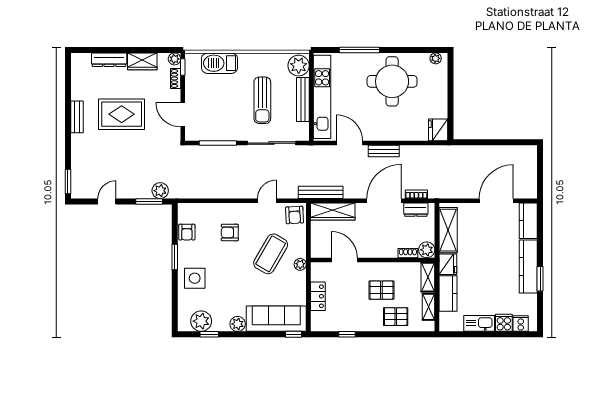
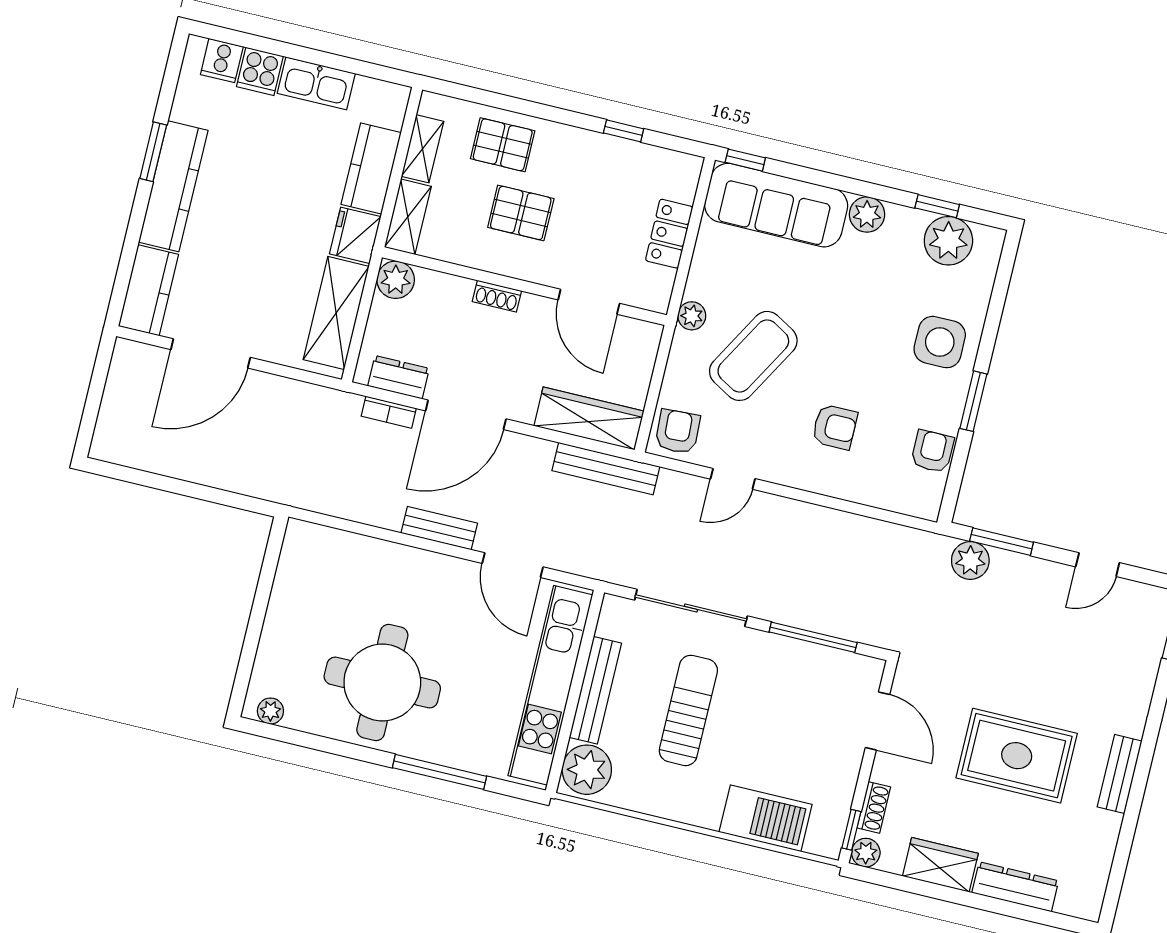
fridge: (438, 130) -> (304, 547), removed
shoe rack: (408, 253) -> (497, 296), moved

